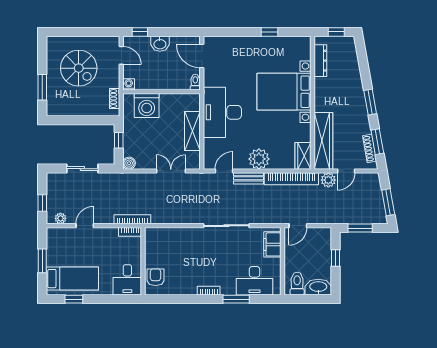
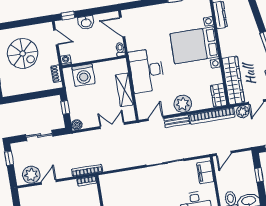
window: (42, 203) -> (9, 158), moved
plant: (60, 218) -> (31, 175), width x1.88, depth x1.88

